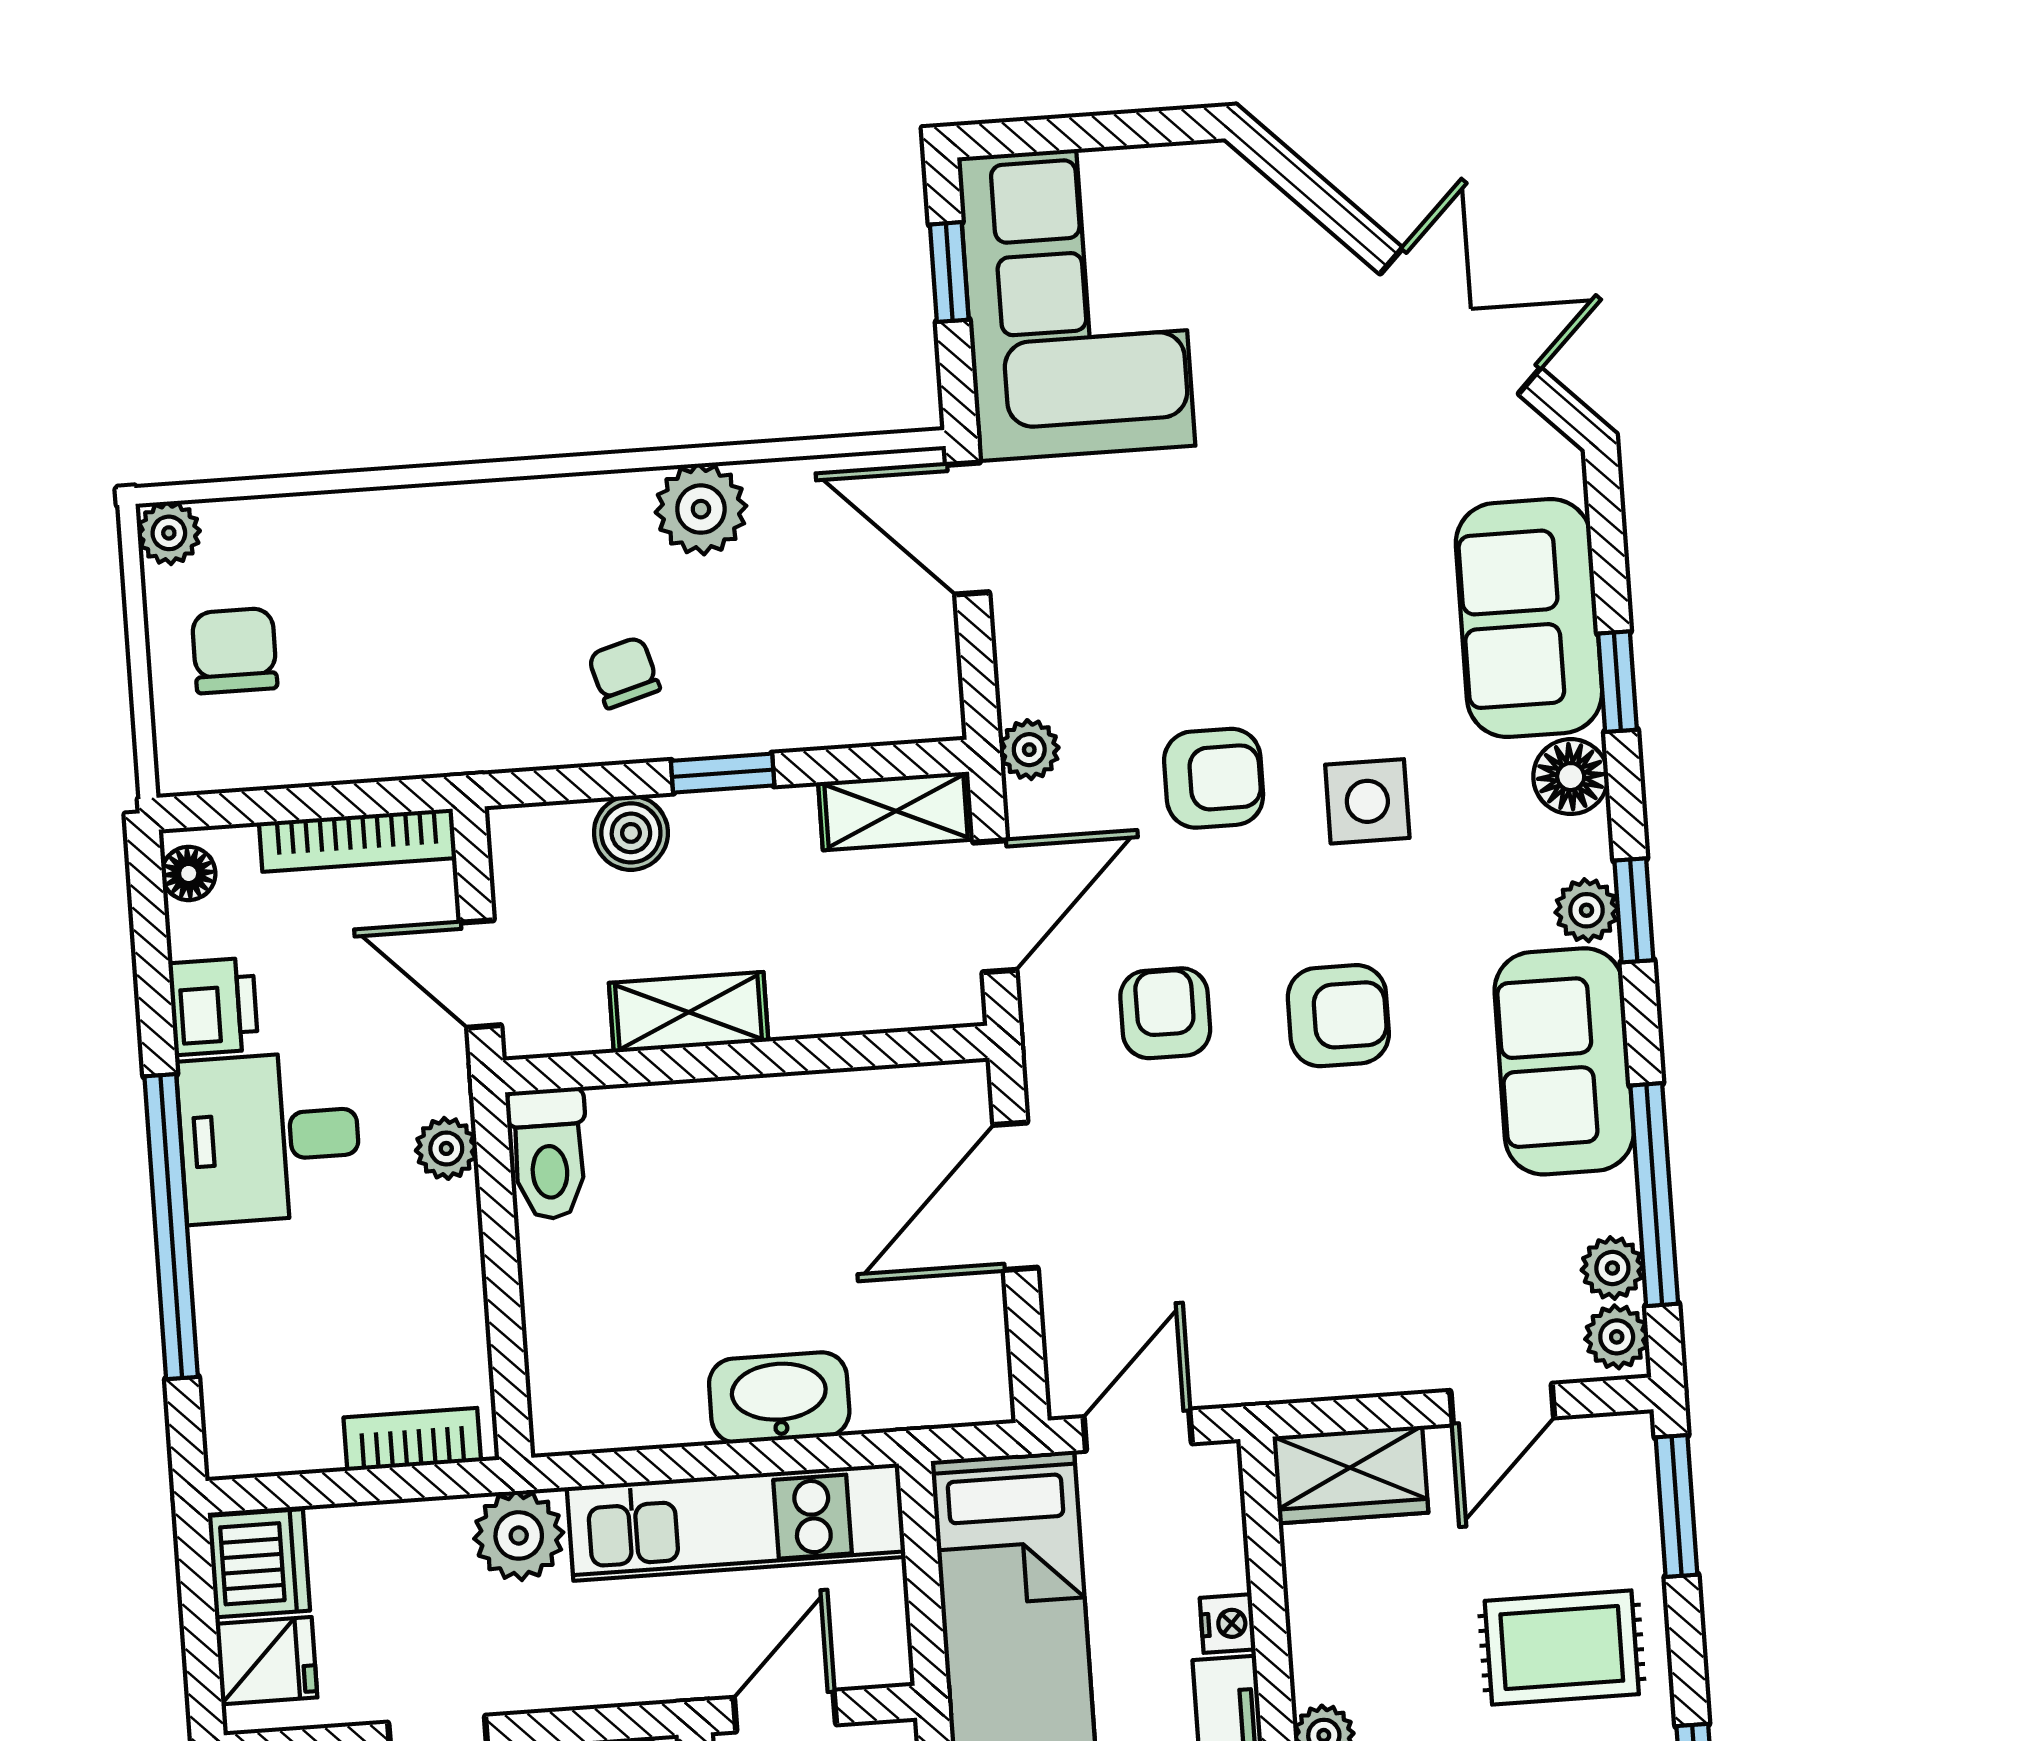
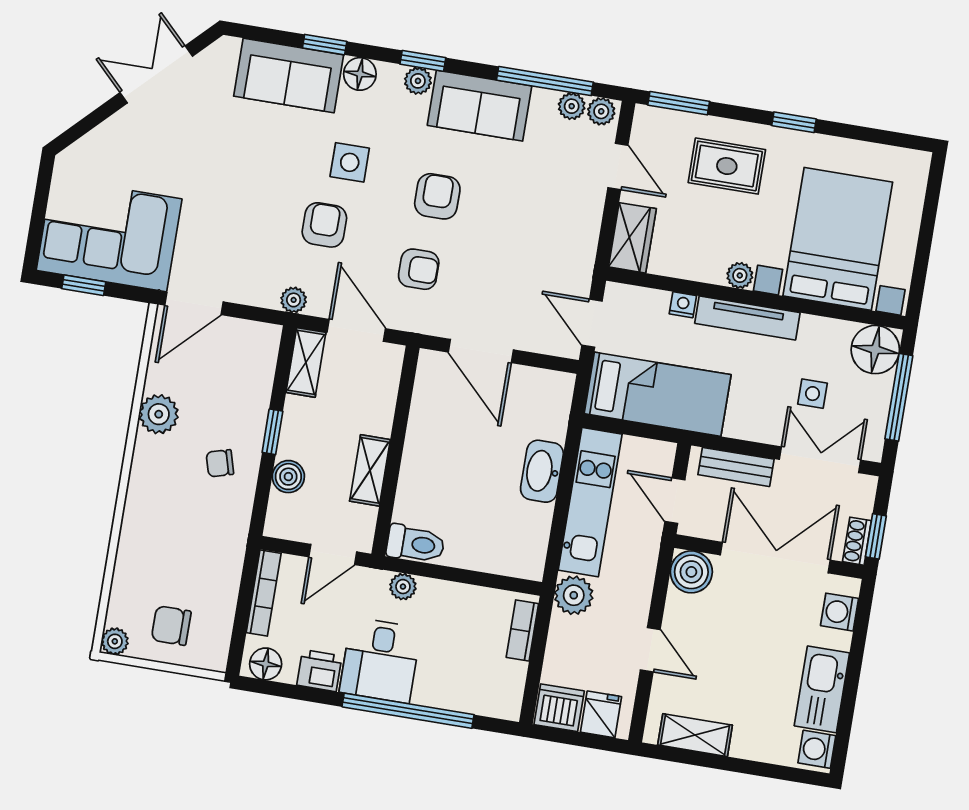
floor lamp: (189, 873) -> (266, 664), width x1.37, depth x1.37
armchair: (1165, 1013) -> (419, 269), turned 180
rug: (1562, 1648) -> (727, 166), turned 90

